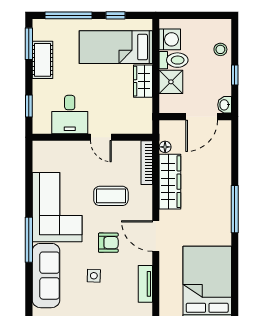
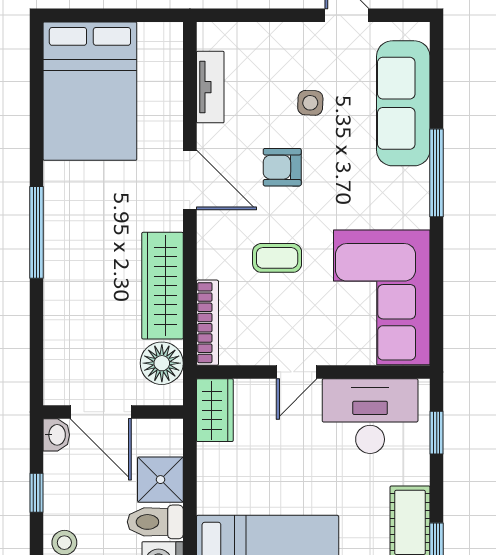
wardrobe: (143, 81) -> (215, 410), moved
desk: (70, 115) -> (370, 416), width x1.37
door: (202, 117) -> (101, 412), swing flipped
door: (101, 137) -> (297, 372), swing flipped
floor lamp: (165, 147) -> (162, 363), width x1.89, depth x1.89
coffee table: (111, 196) -> (277, 258), width x0.73, depth x0.77
corner sofa: (57, 207) -> (382, 297), moved

